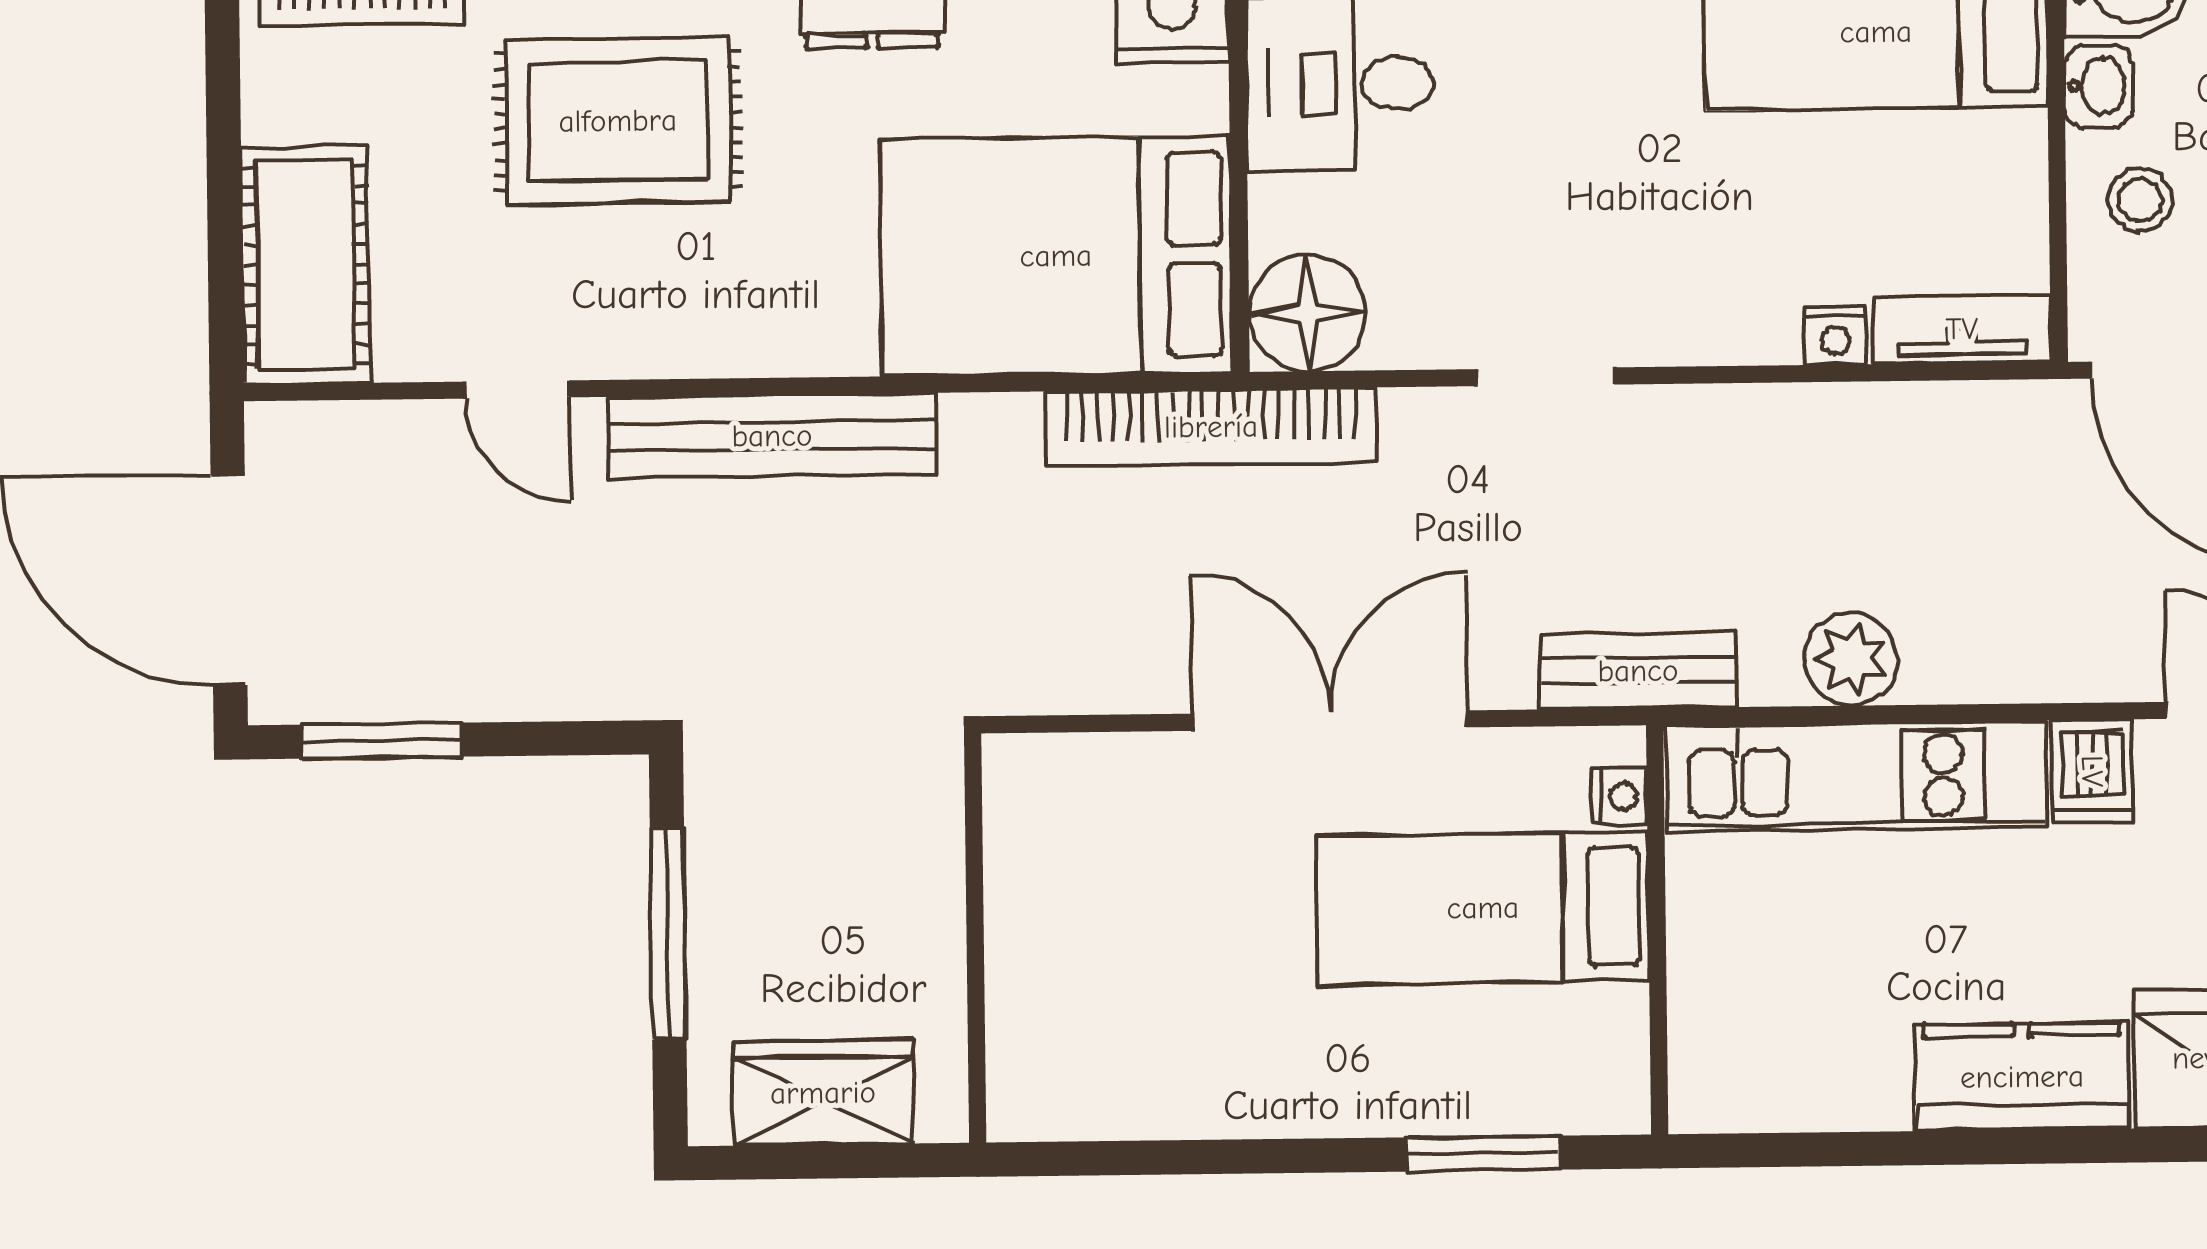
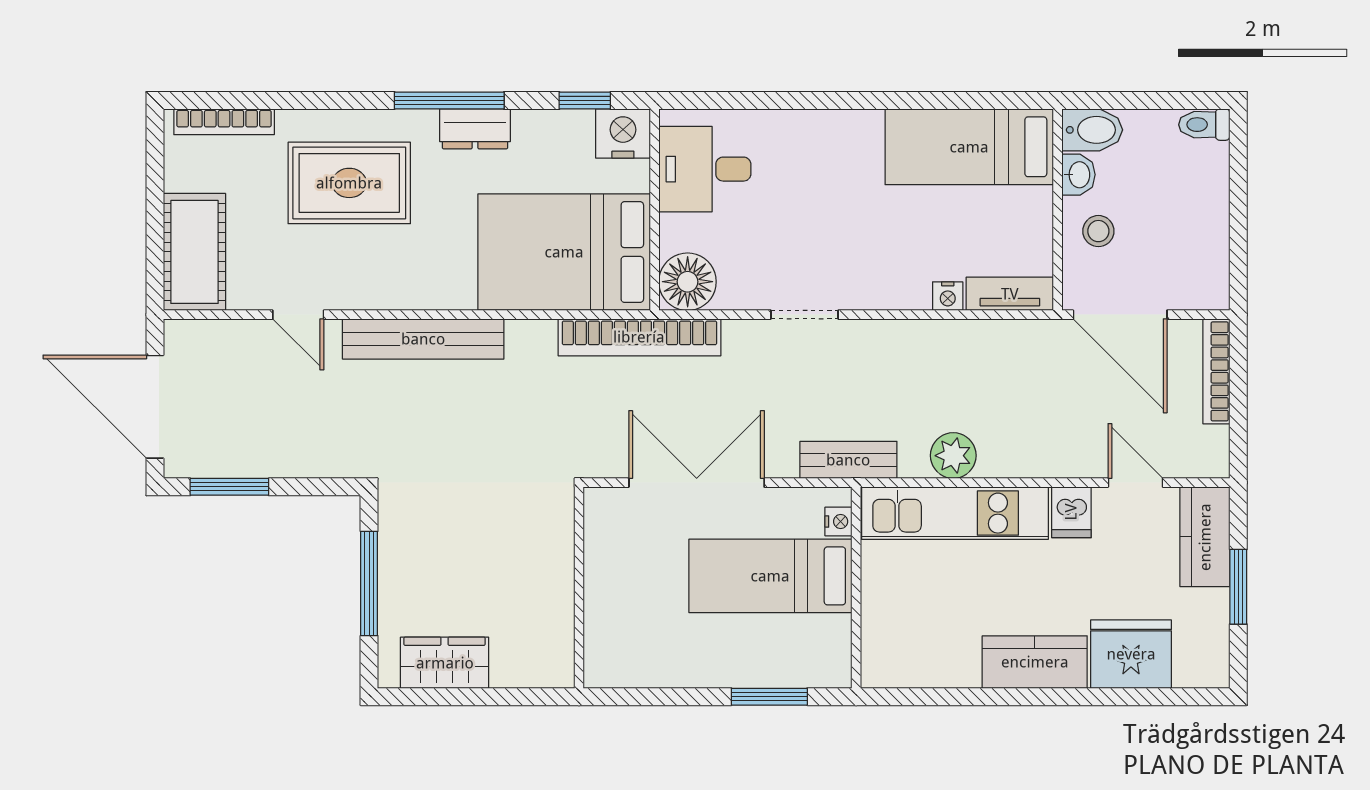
wall: (975, 938) -> (579, 588), moved

